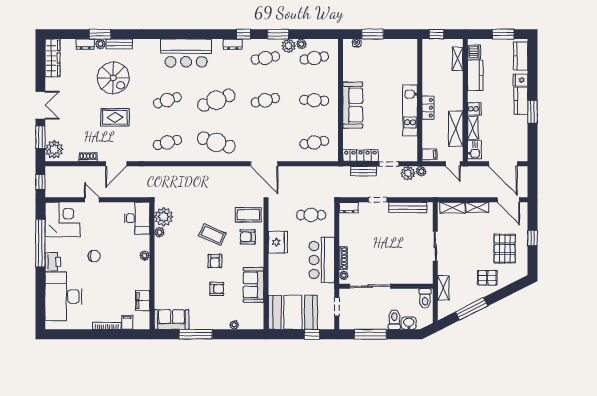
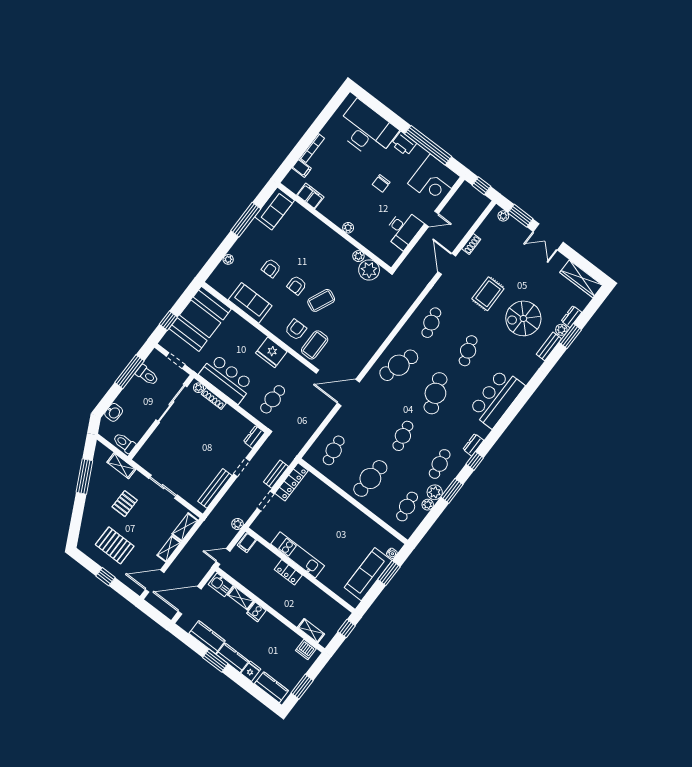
kitchen counter: (475, 75) -> (207, 637), moved, turned 180
cafe table: (314, 100) -> (370, 478), width x1.37, depth x1.35
sofa: (353, 105) -> (368, 574), moved, turned 90
shelving: (456, 129) -> (252, 583), removed
plant: (54, 149) -> (503, 216), width x0.53, depth x0.53
plant: (408, 173) -> (245, 511), removed
desk: (137, 218) -> (403, 229), moved, turned -90
armchair: (215, 261) -> (297, 285), turned -90
pallet: (487, 278) -> (125, 504), moved
toilet: (394, 320) -> (147, 375), moved

